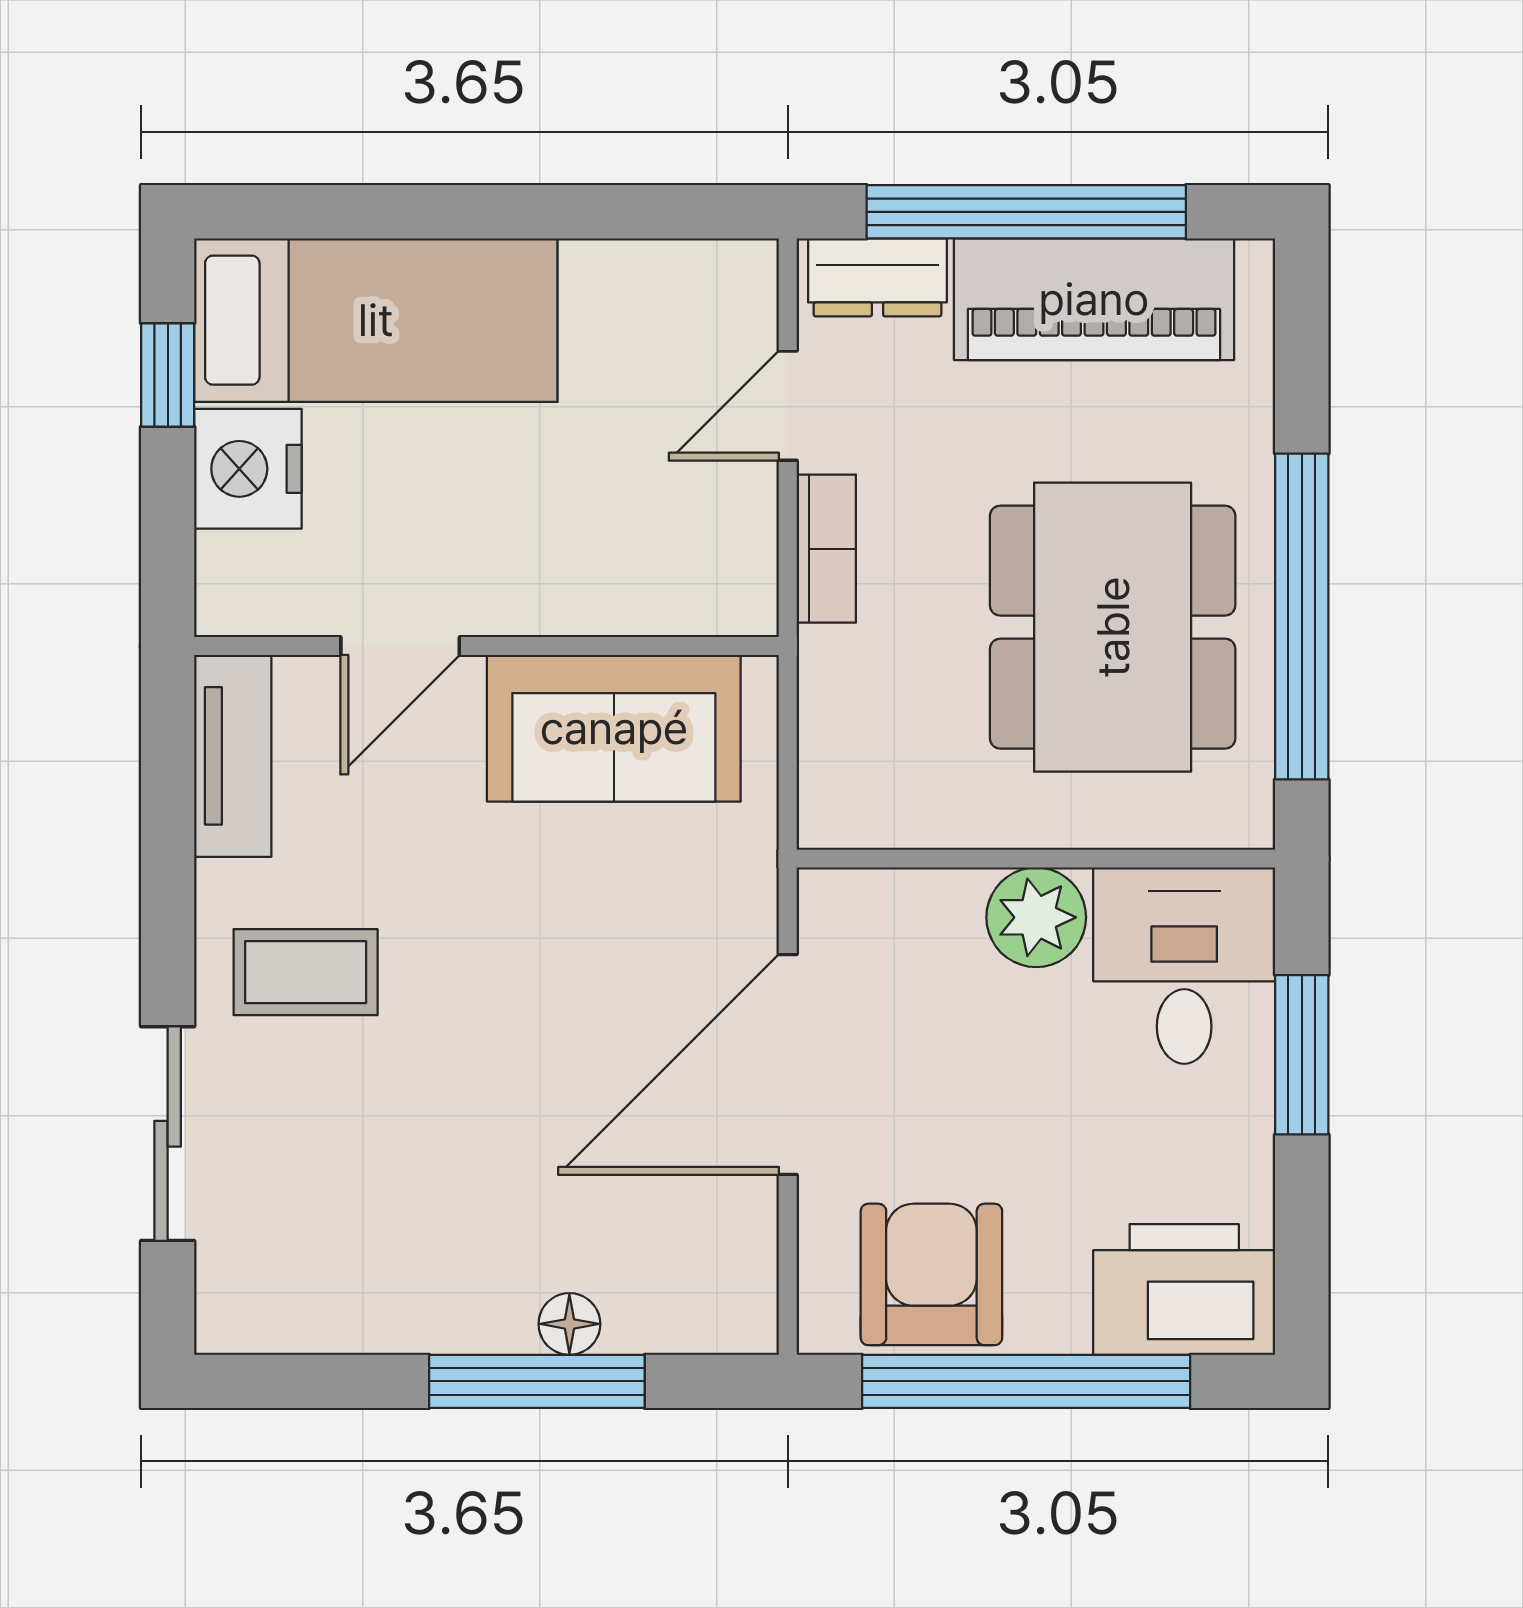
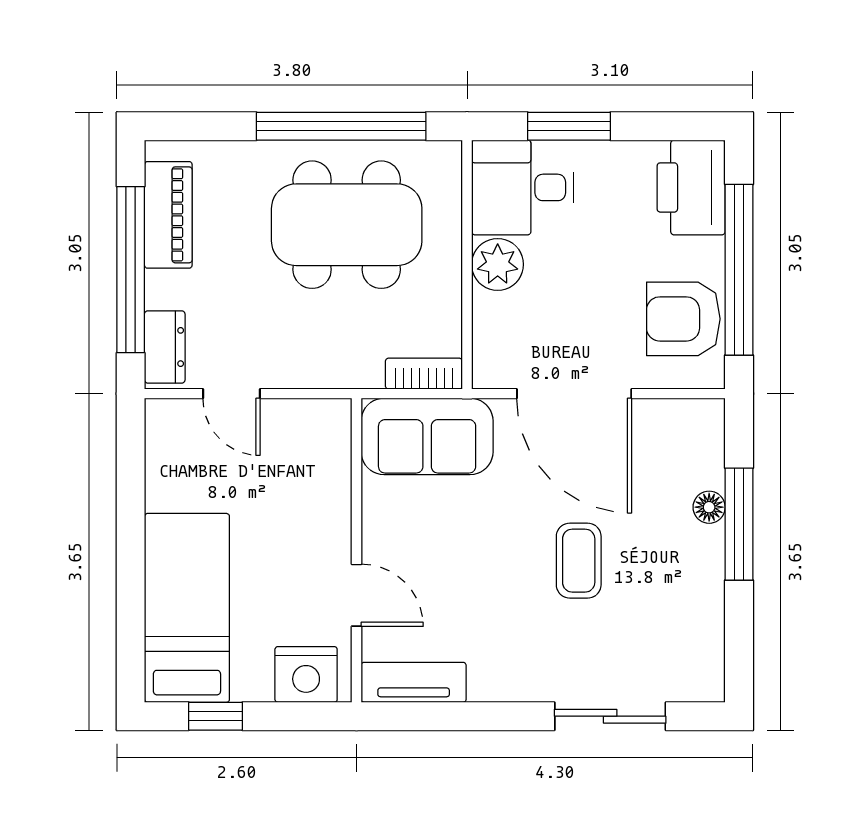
piano: (1094, 299) -> (168, 215), width x0.73, depth x0.75
nightstand: (248, 469) -> (306, 674), moved
bookcase: (826, 549) -> (424, 374), moved
sofa: (614, 728) -> (427, 436), moved, turned 90
coffee table: (306, 972) -> (579, 561), moved

